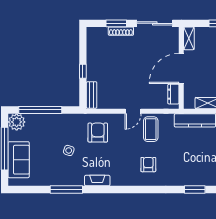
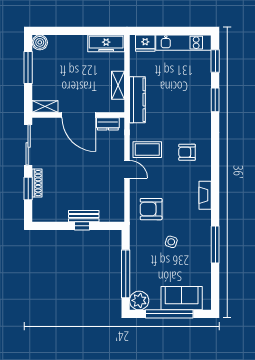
bench: (92, 95) -> (84, 216), moved
fireplace: (97, 181) -> (205, 195), moved

